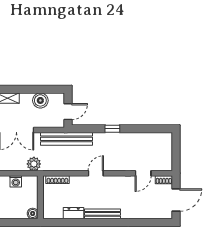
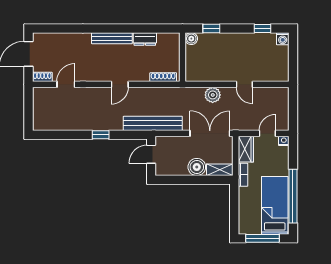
boiler: (40, 100) -> (197, 167), moved
plant: (34, 164) -> (213, 95), moved
washing machine: (16, 181) -> (210, 75), removed
window: (15, 222) -> (211, 28), added

